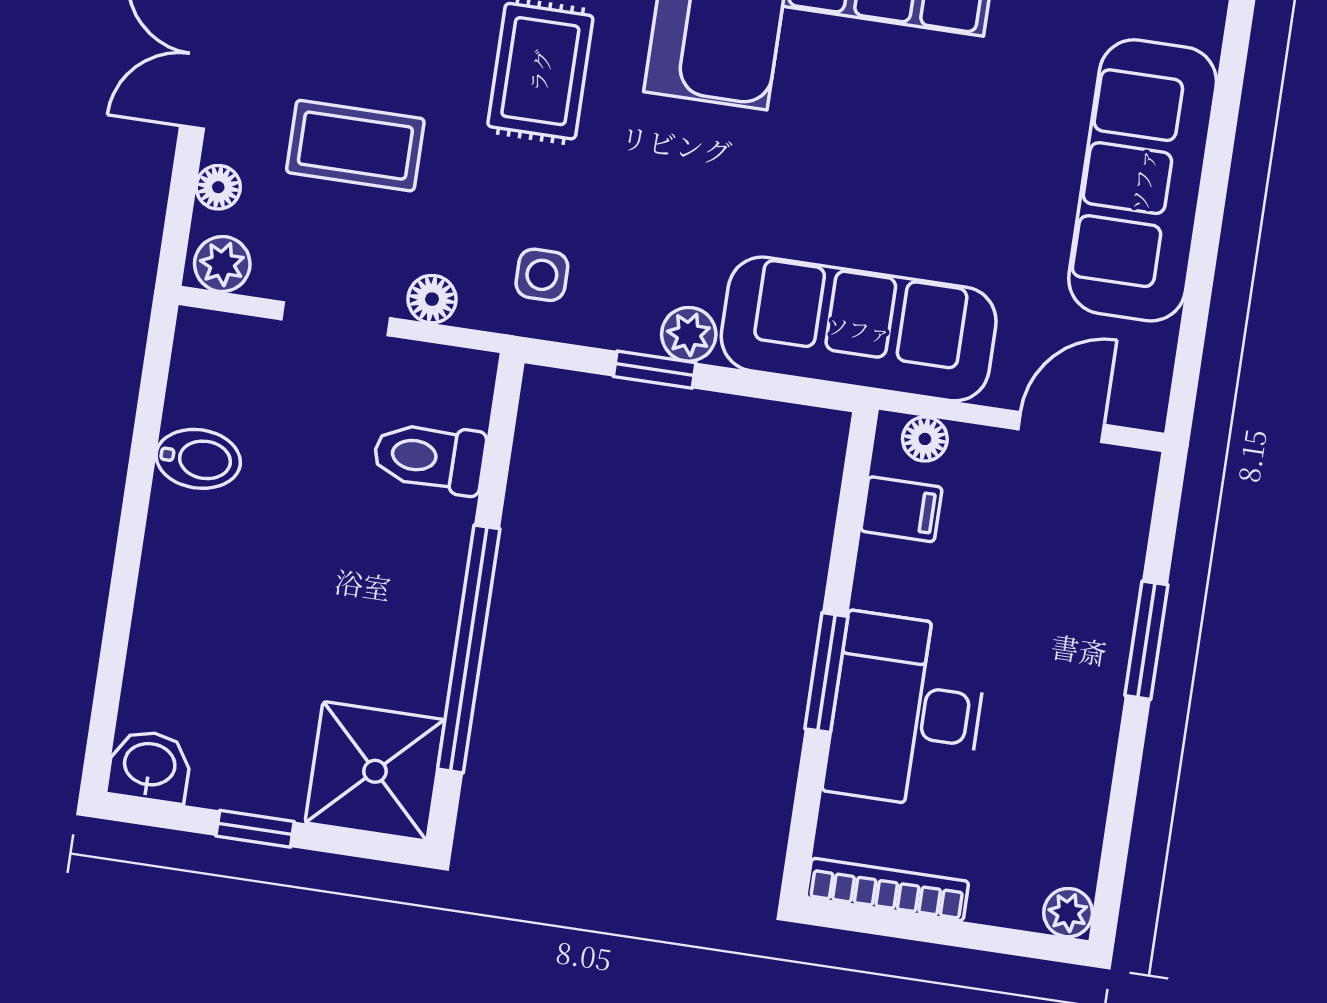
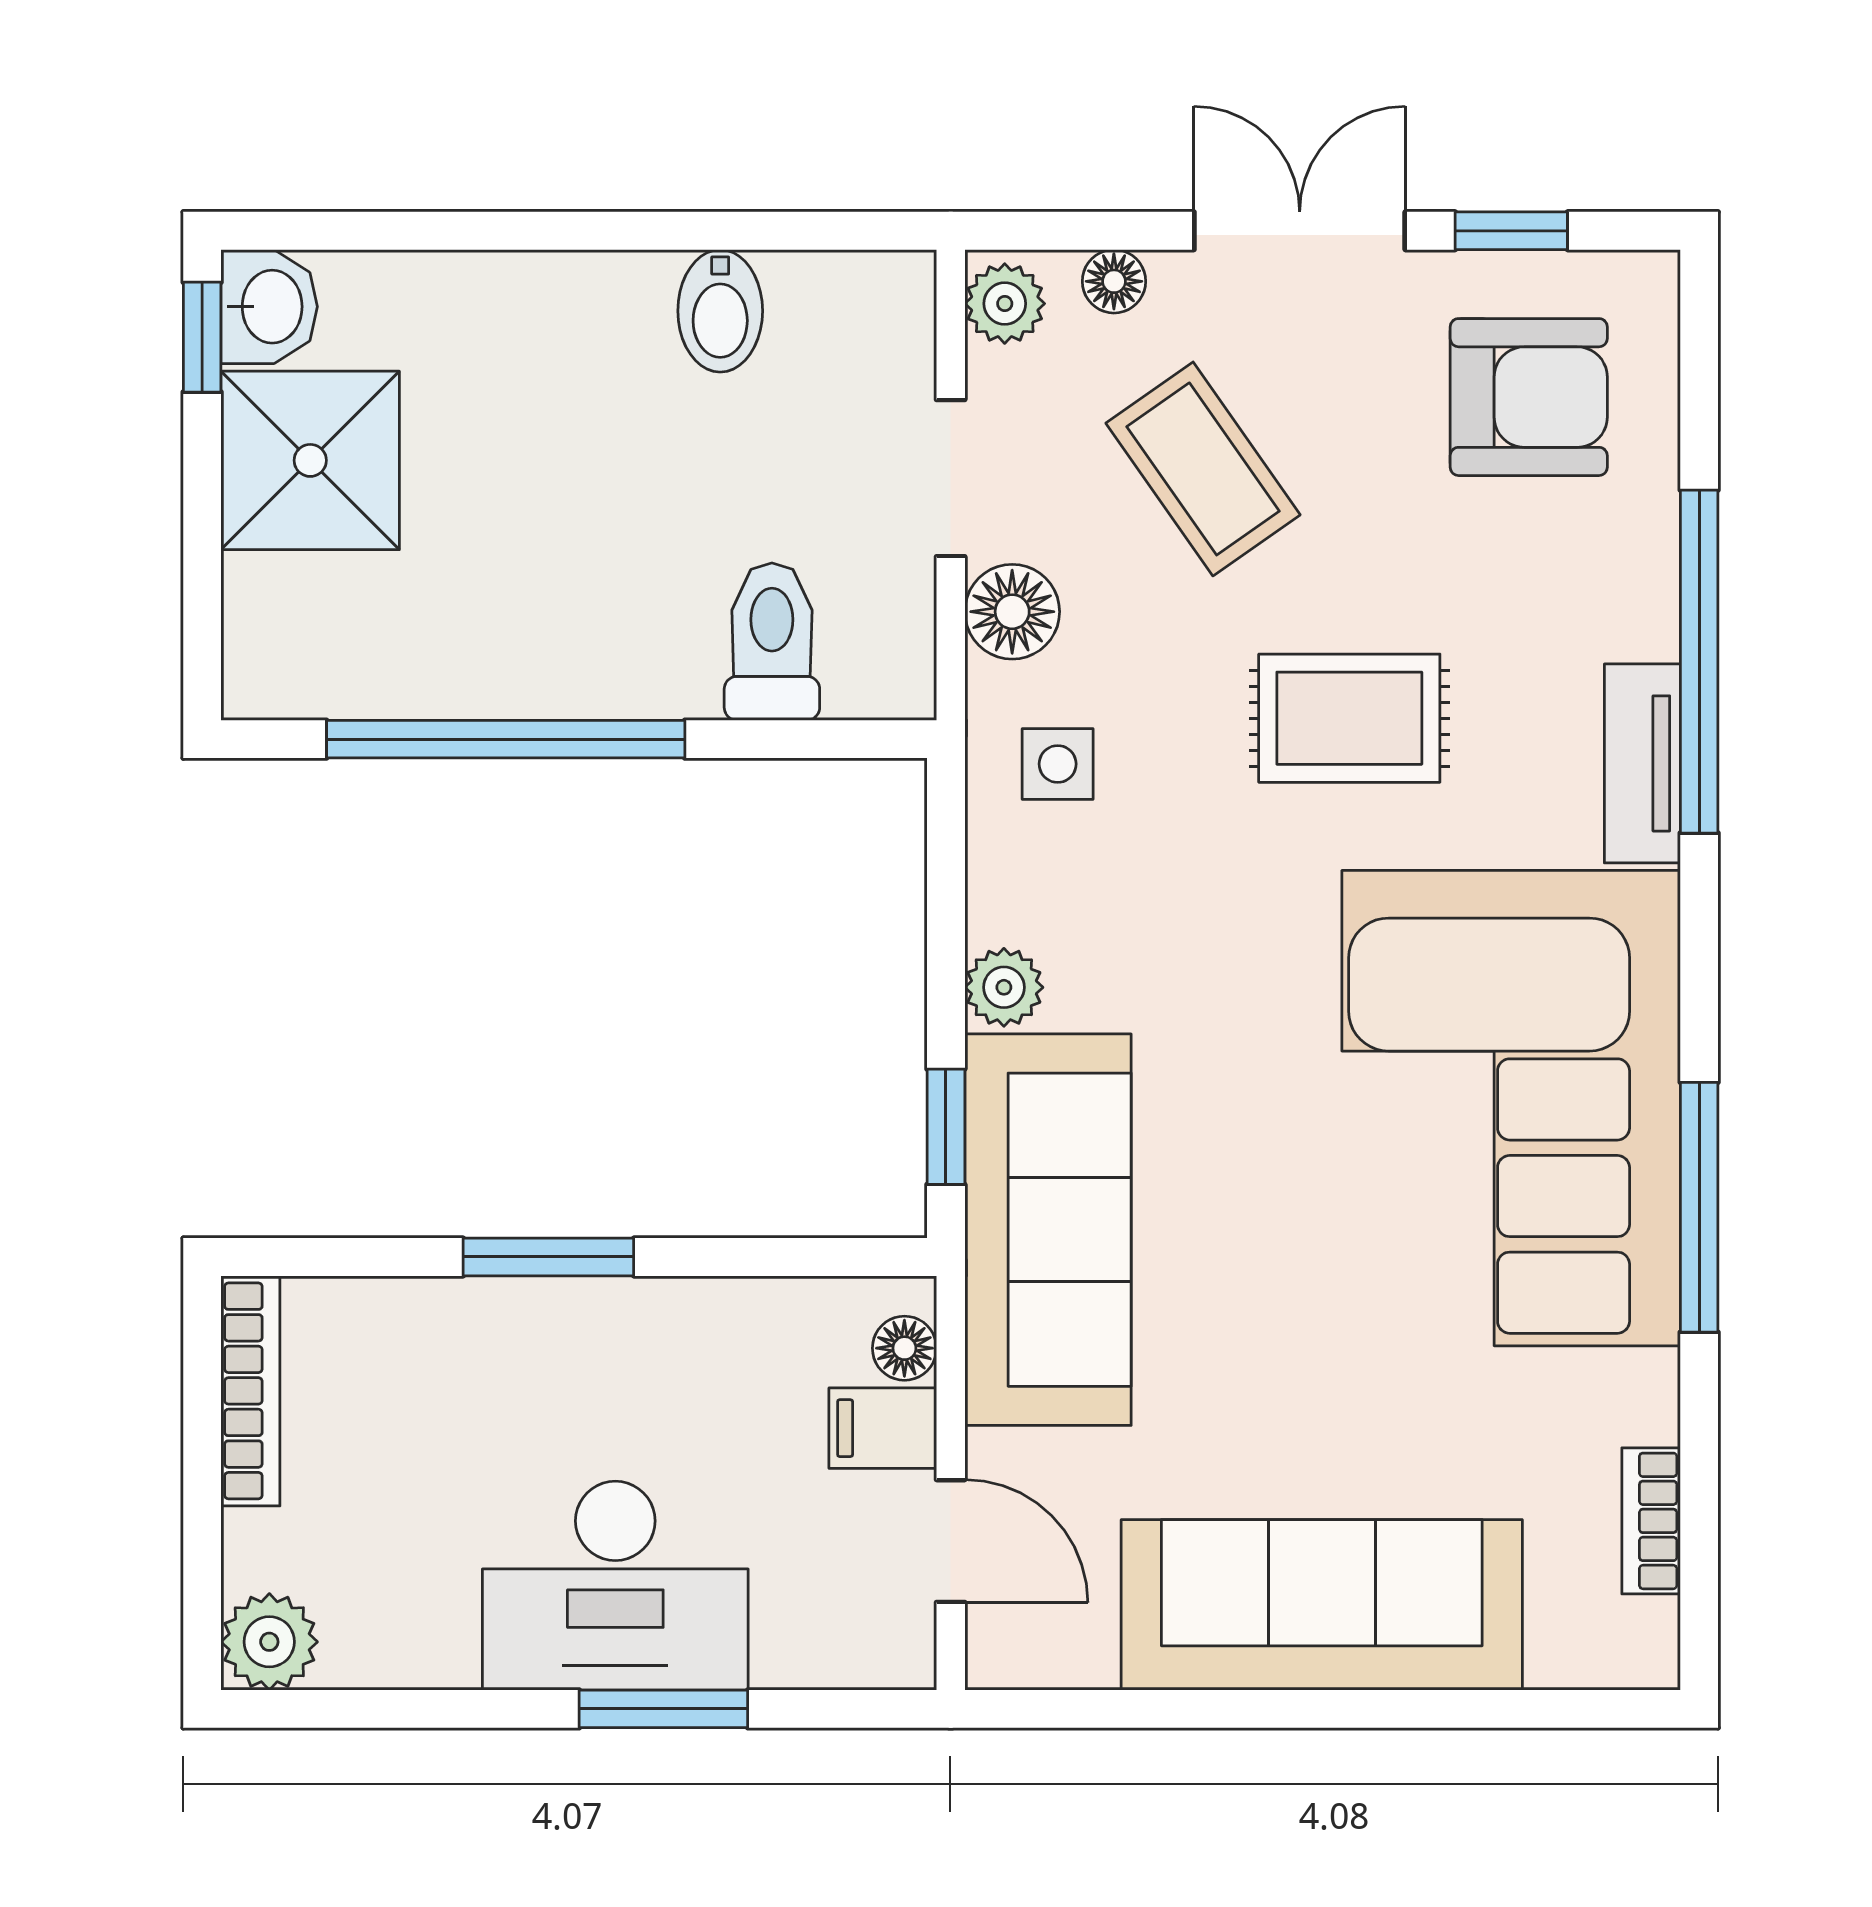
coffee table: (355, 146) -> (1203, 469), turned -35
floor lamp: (432, 299) -> (1012, 612), width x1.37, depth x1.37
window: (655, 370) -> (946, 1127), moved
filing cabinet: (901, 509) -> (883, 1428), moved, turned 90
desk: (907, 711) -> (615, 1586), moved, turned 180
shower: (375, 771) -> (310, 460), moved
window: (255, 829) -> (202, 337), moved
plant: (1068, 913) -> (269, 1642), width x1.38, depth x1.38

